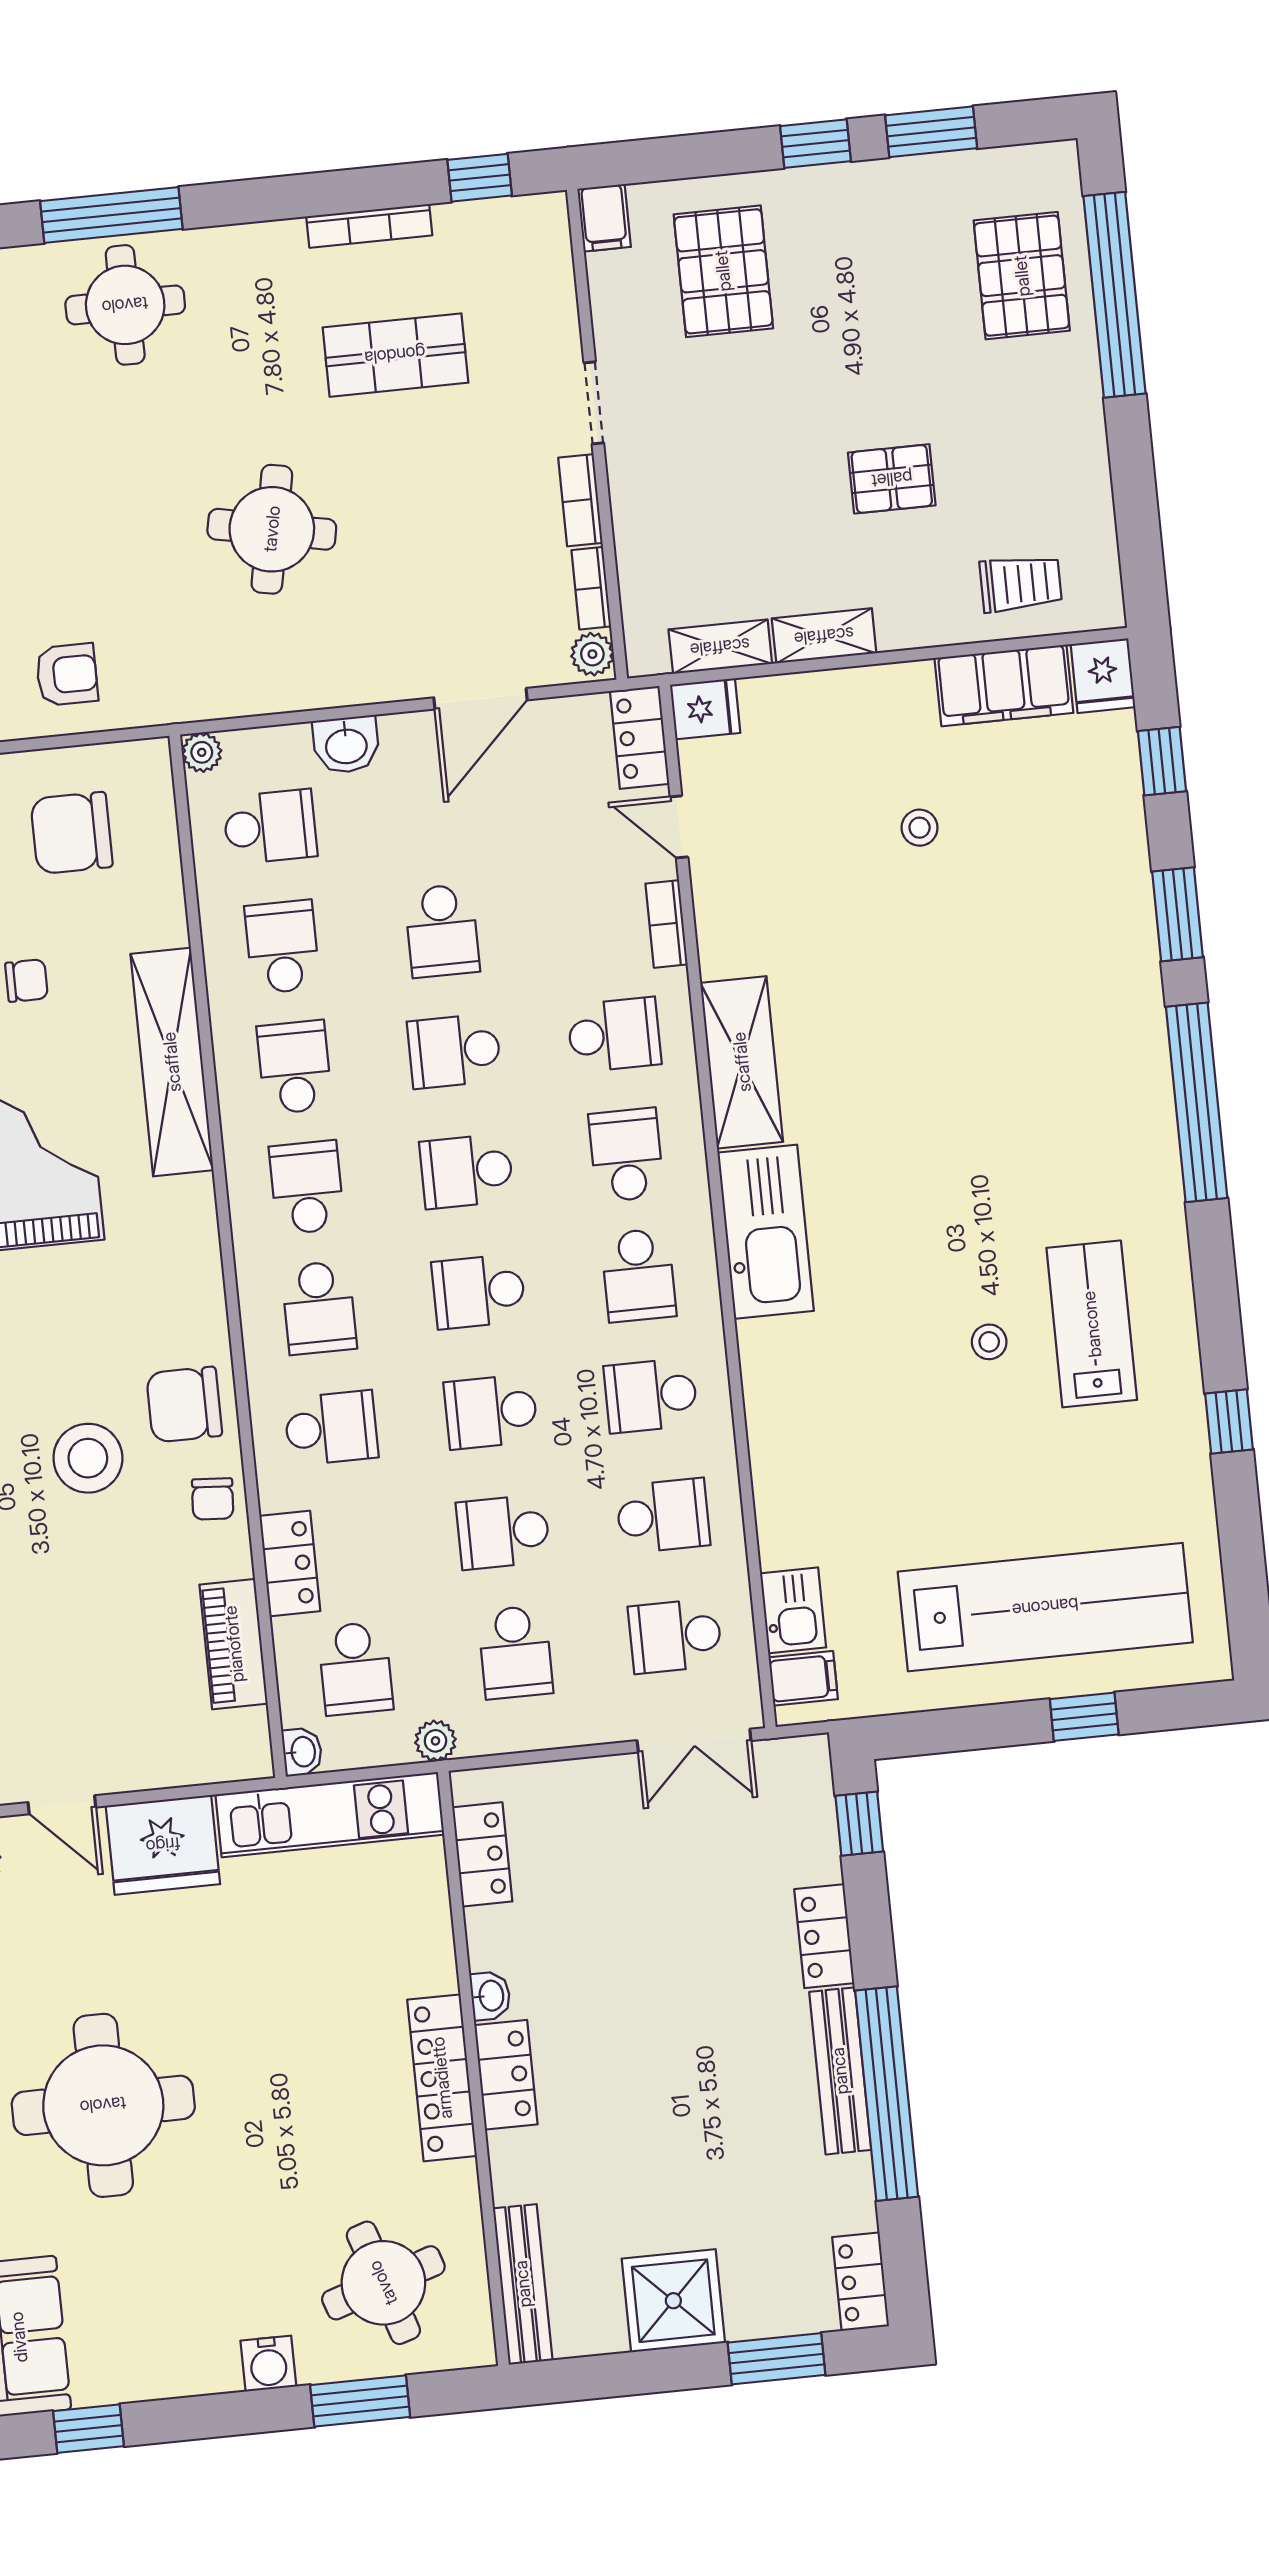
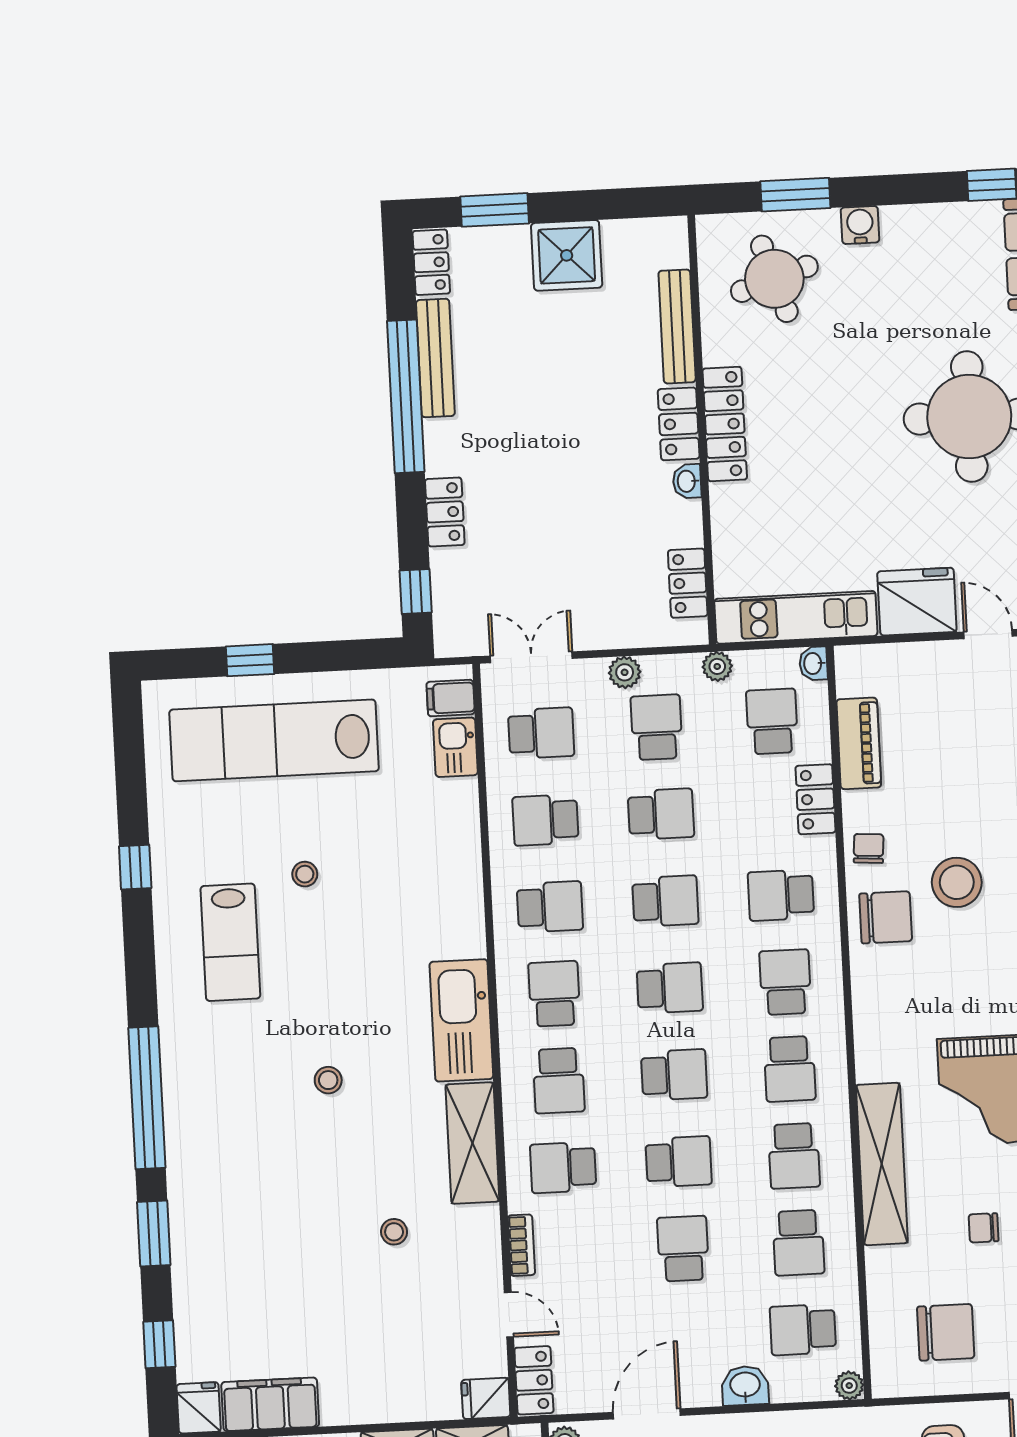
stool: (920, 828) -> (394, 1232), moved
stool: (946, 1139) -> (328, 1080), added
stool: (989, 1342) -> (305, 874), moved
plant: (564, 1726) -> (625, 672), added
bench: (840, 2071) -> (435, 358), moved
bench: (523, 2284) -> (677, 326), moved

